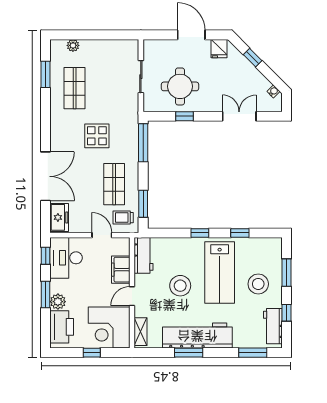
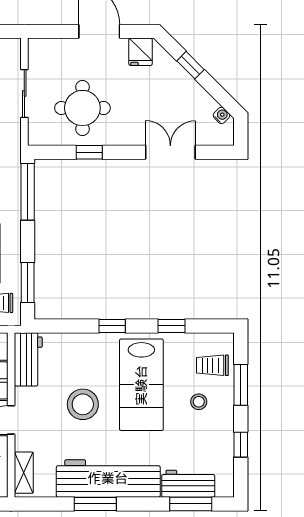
trolley: (267, 259) -> (212, 365), added
stool: (258, 284) -> (199, 402), width x0.53, depth x0.53
workbench: (273, 326) -> (188, 484), moved, turned 90

